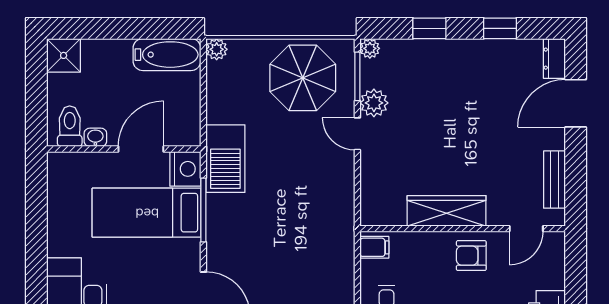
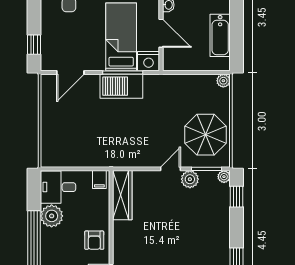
window: (429, 28) -> (237, 197), moved
bathtub: (167, 55) -> (220, 35), moved
barbecue: (225, 159) -> (121, 86), moved
wardrobe: (447, 211) -> (122, 195), moved
armchair: (471, 256) -> (94, 240), turned 180

